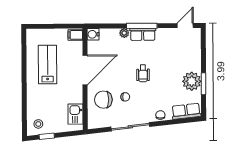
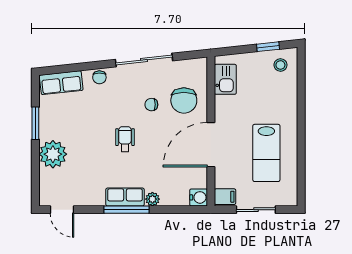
sliding door: (54, 26) -> (256, 210), added
door: (185, 26) -> (62, 210), hinge flipped
plant: (192, 81) -> (53, 154), moved
chair: (103, 100) -> (184, 100), turned 90

